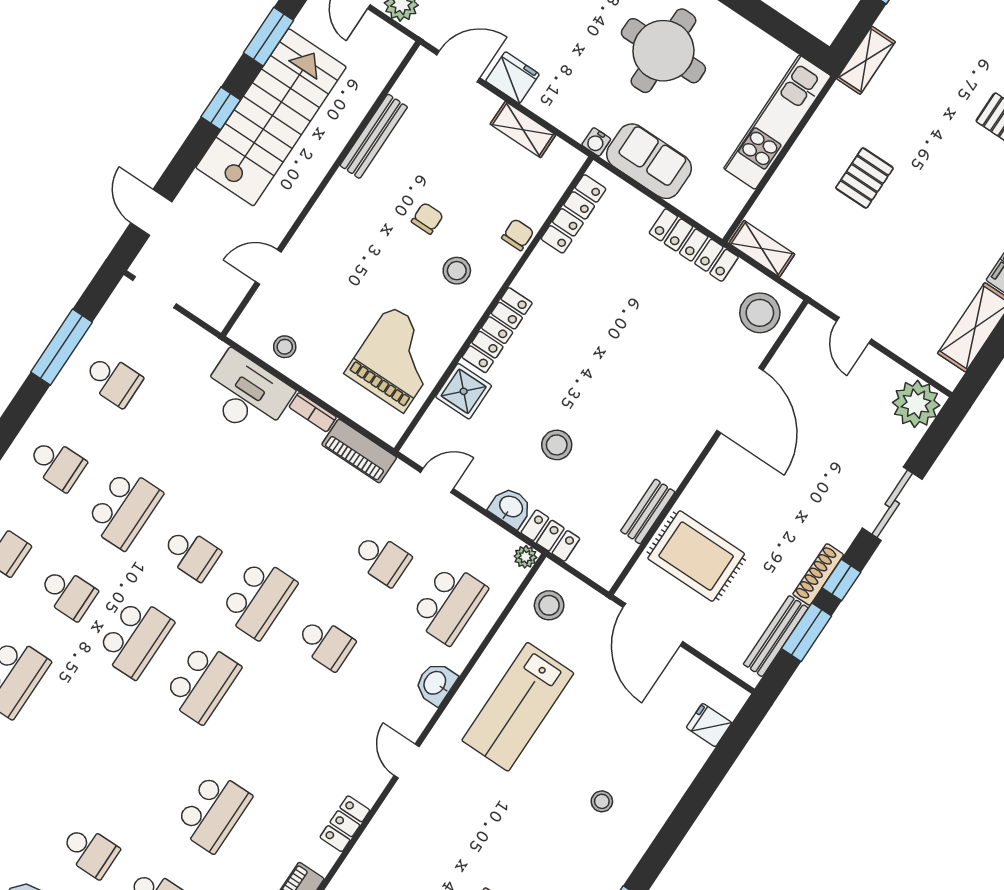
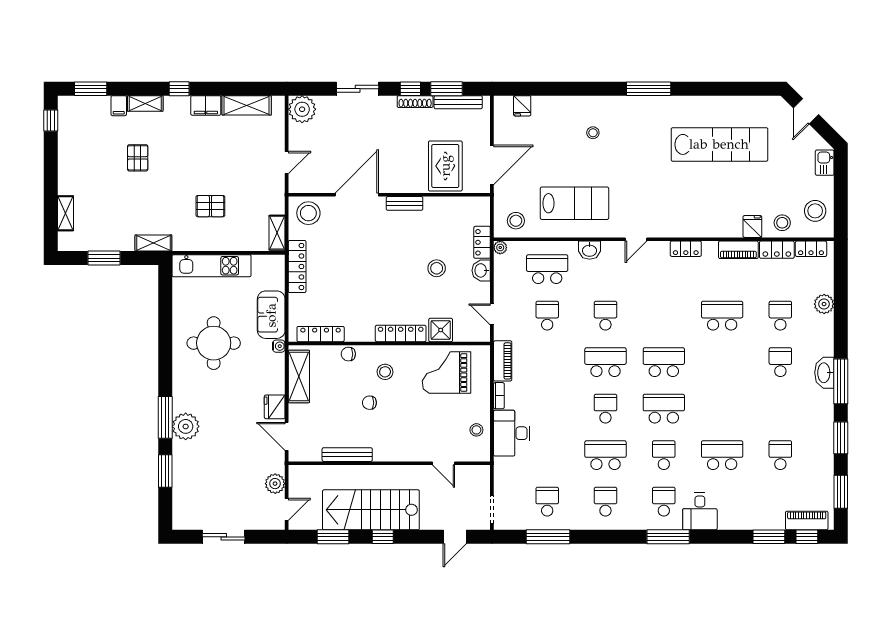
shelving: (523, 130) -> (299, 376), width x1.50, depth x1.33
bench: (648, 511) -> (404, 203), moved

